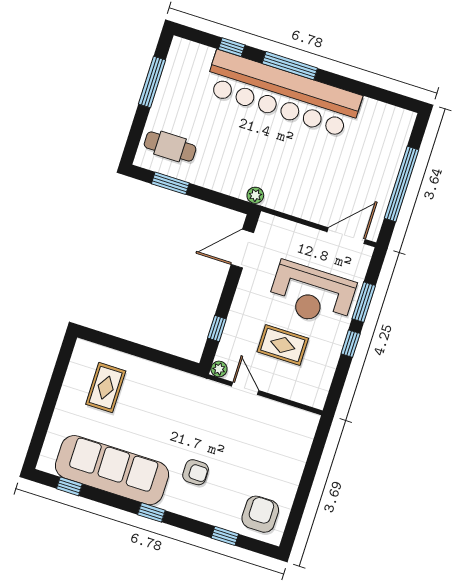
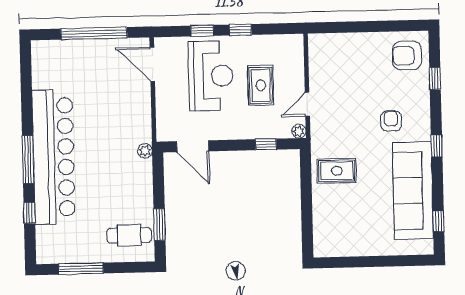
cafe table: (170, 147) -> (129, 235), turned 90
window: (364, 302) -> (202, 31), width x0.67
rug: (106, 388) -> (337, 171), moved

